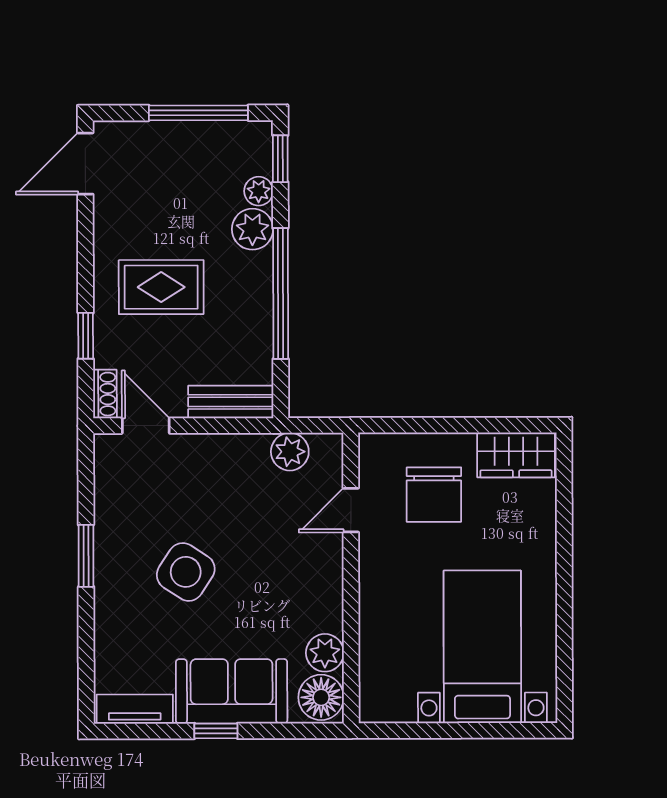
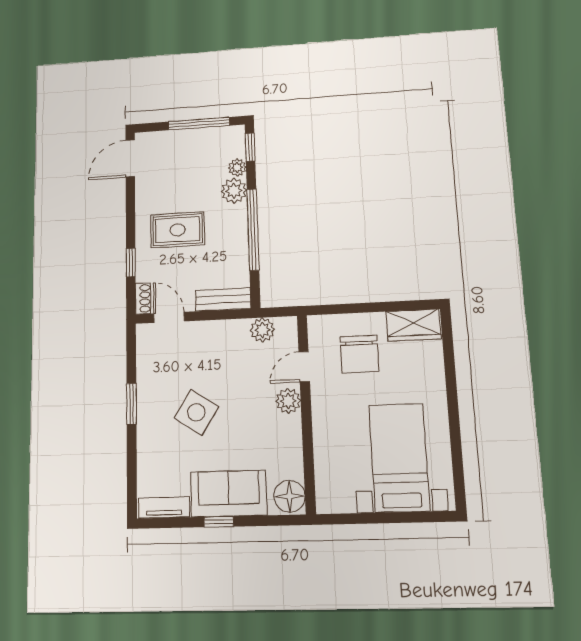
plant: (325, 653) -> (288, 401), moved

